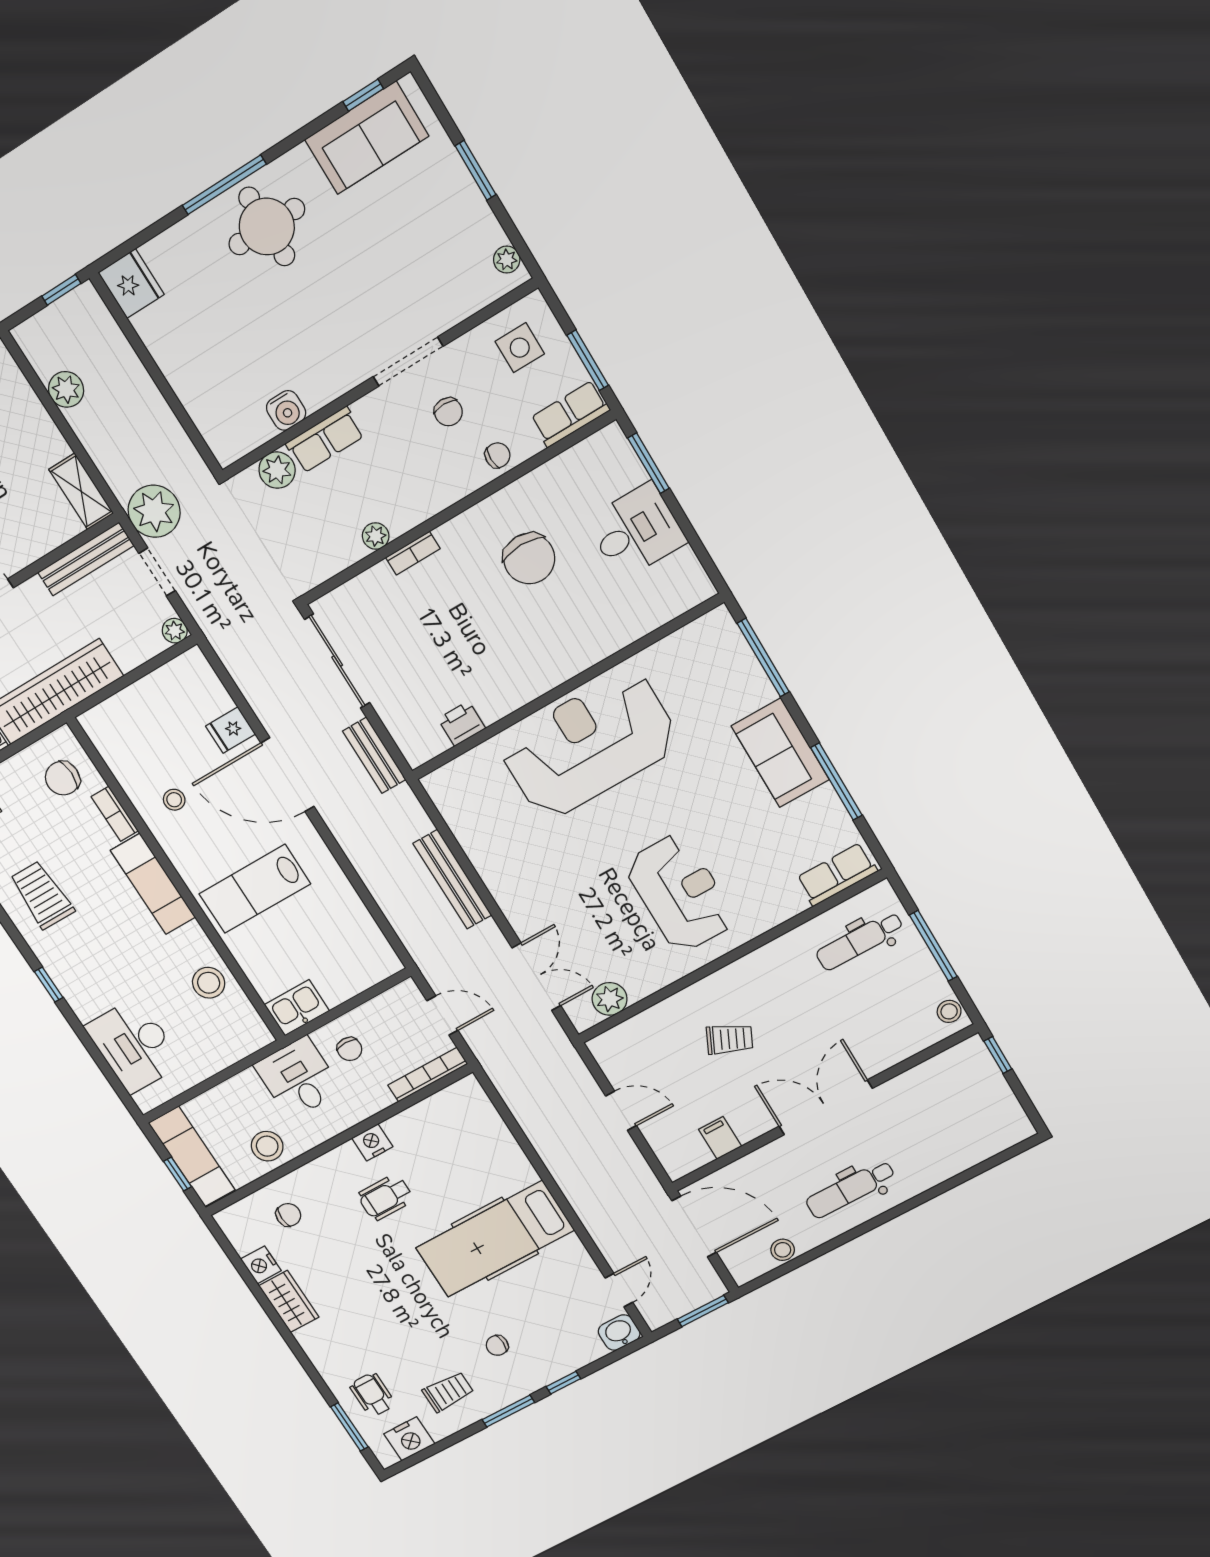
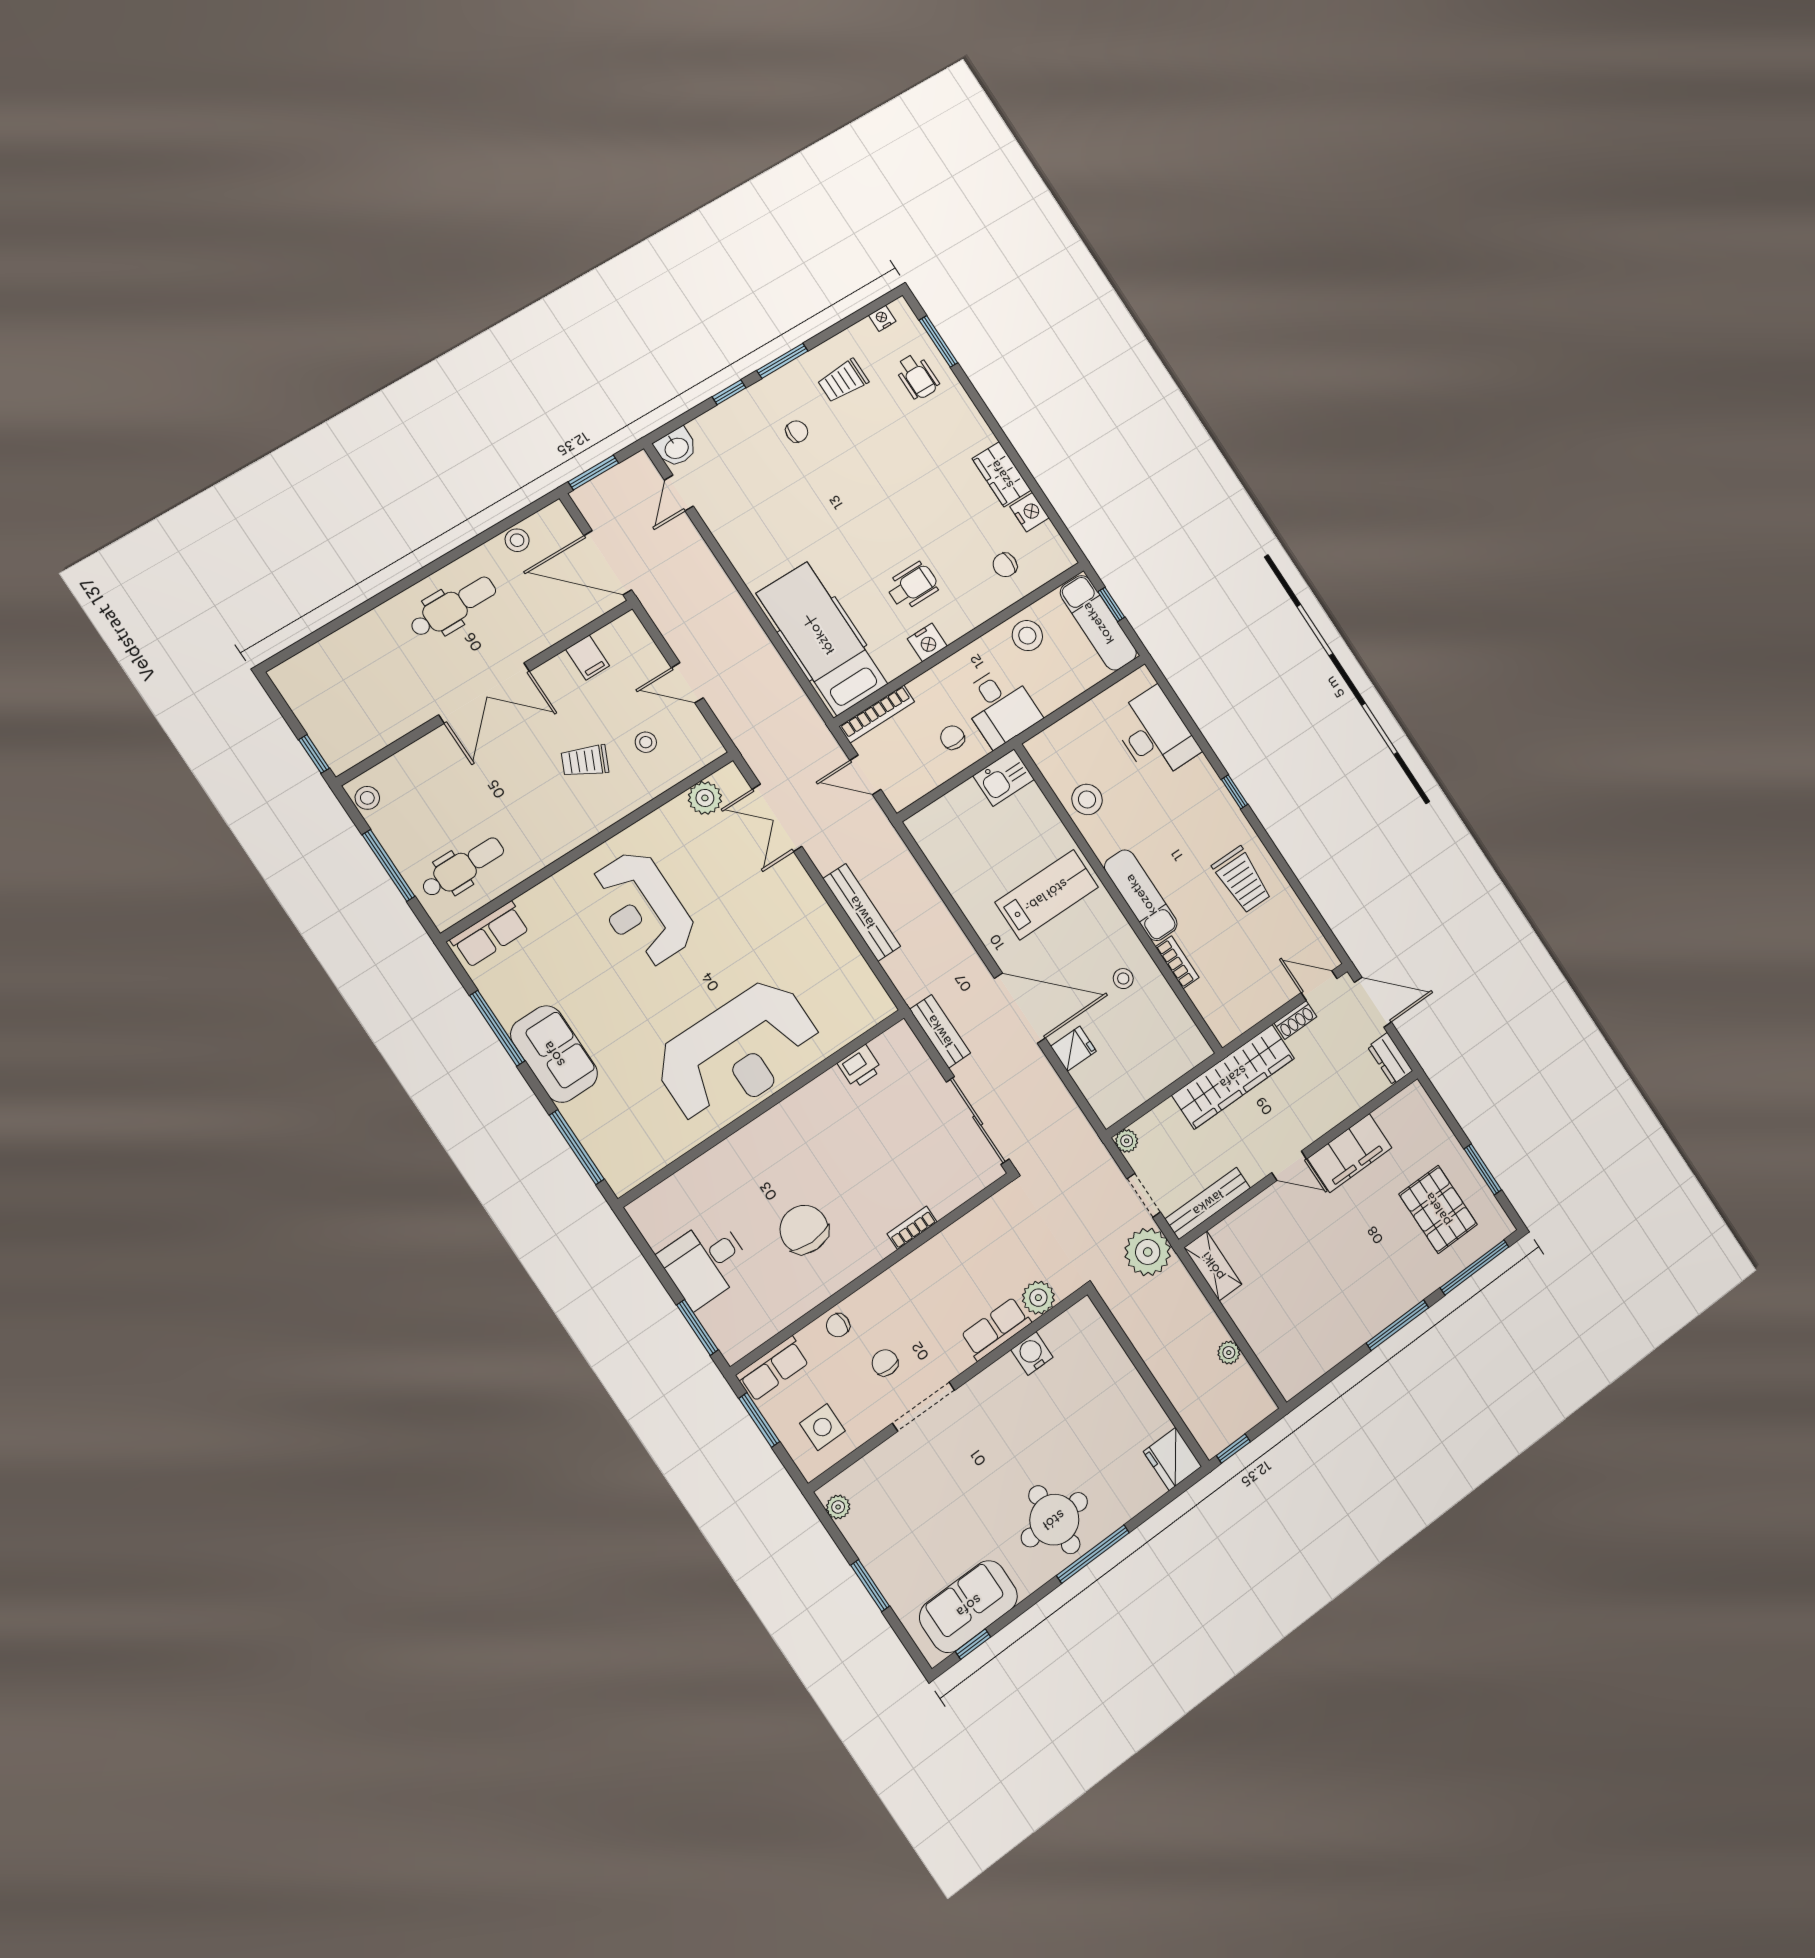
plant: (66, 389) -> (1229, 1353), width x0.73, depth x0.73
plant: (376, 536) -> (947, 1242), removed
chair: (62, 778) -> (1225, 994), removed
stool: (667, 1055) -> (646, 742), added
hospital bed: (495, 1239) -> (822, 639), moved, turned -90
nightstand: (409, 1439) -> (882, 318), width x0.53, depth x0.56

